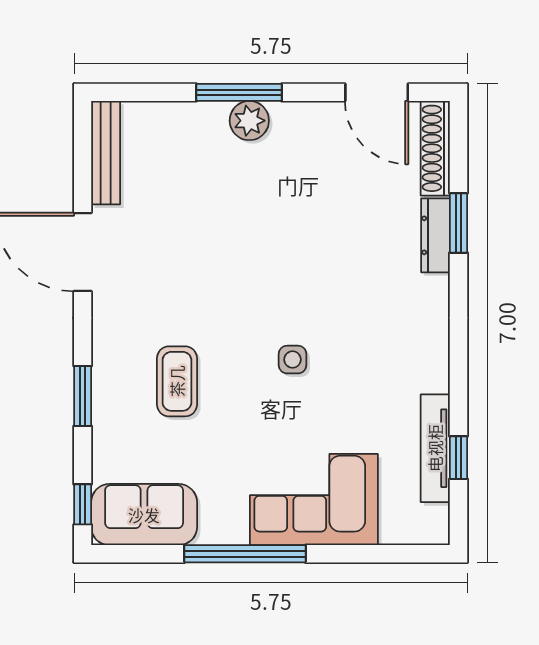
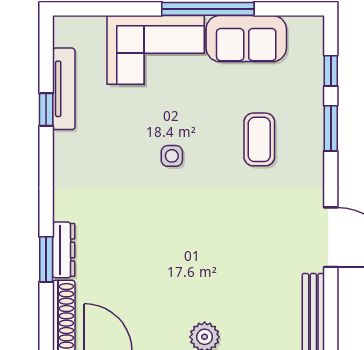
window: (459, 458) -> (46, 110), moved
window: (83, 504) -> (331, 71), moved
sofa: (144, 515) -> (246, 39), moved

